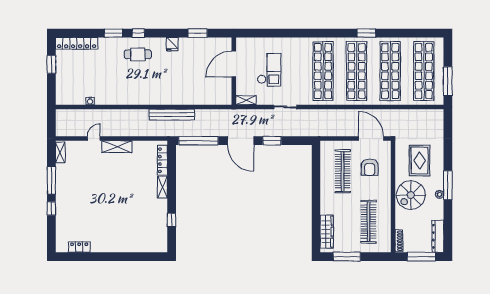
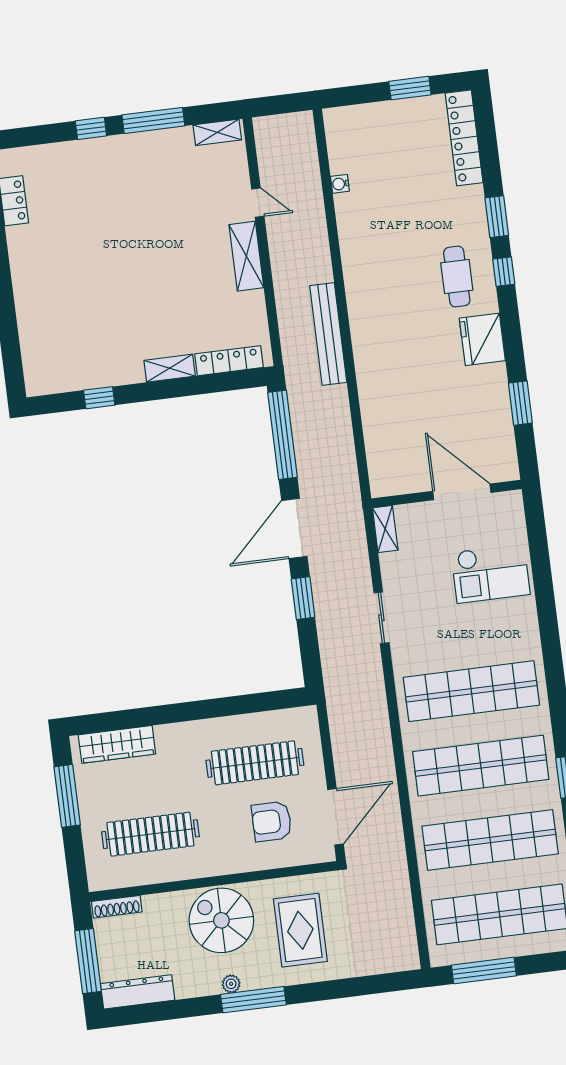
fridge: (172, 44) -> (482, 339), width x1.88, depth x1.34
checkout: (269, 70) -> (491, 573), moved
bench: (172, 115) -> (328, 334), moved
rug: (420, 160) -> (300, 930), turned 90

